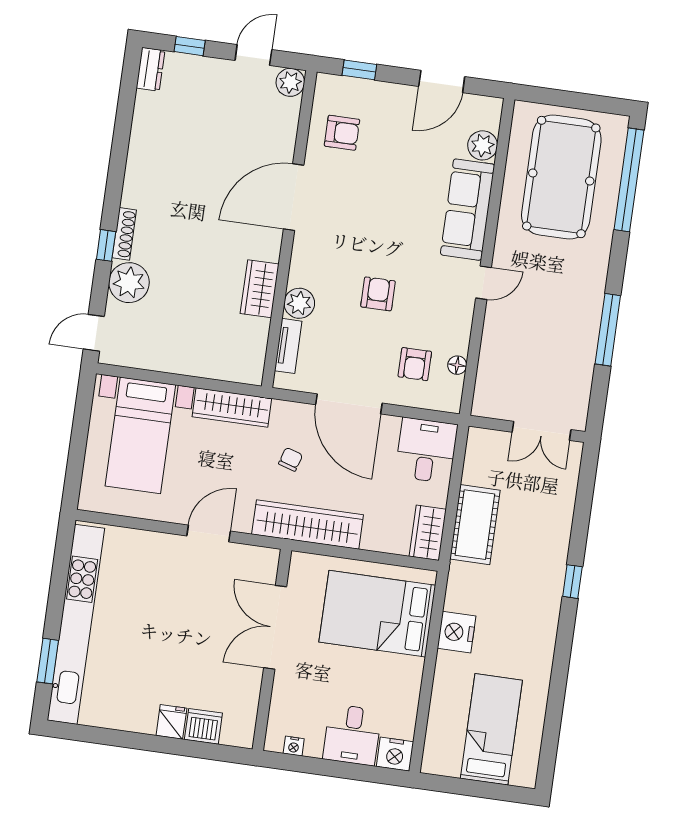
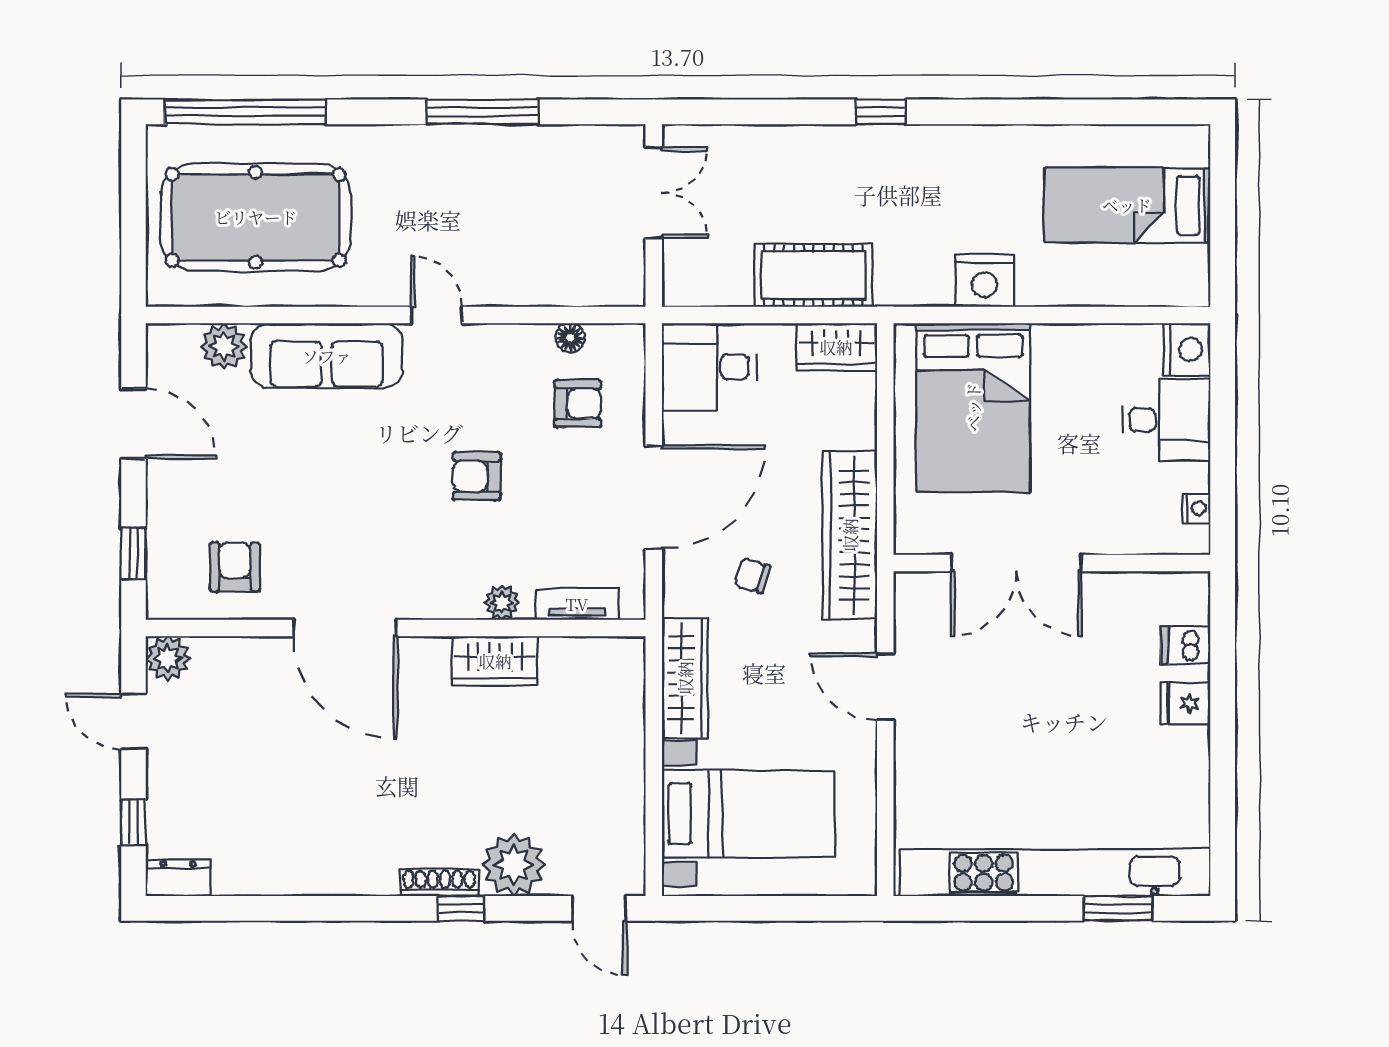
plant: (299, 303) -> (502, 603), width x0.73, depth x0.73
dishwasher: (203, 726) -> (1186, 645), width x0.73

